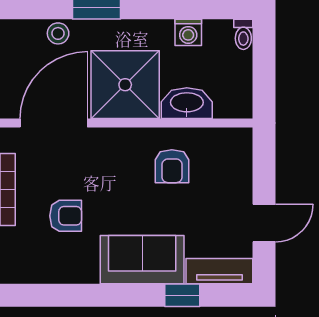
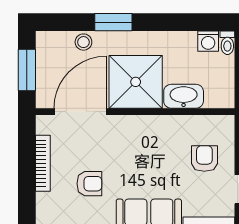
washing machine: (188, 32) -> (208, 41), moved
armchair: (172, 166) -> (204, 159), moved, turned 180

